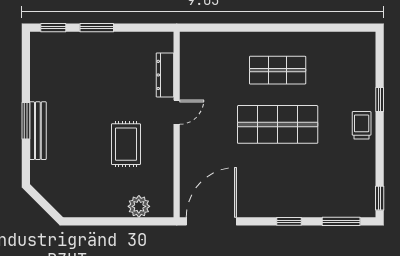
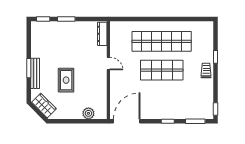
shop shelf: (278, 70) -> (162, 41), width x2.00, depth x1.36
dresser: (165, 75) -> (102, 34), moved
door: (177, 112) -> (108, 64), hinge flipped
rug: (126, 144) -> (66, 80), moved
wardrobe: (55, 191) -> (44, 105), added

